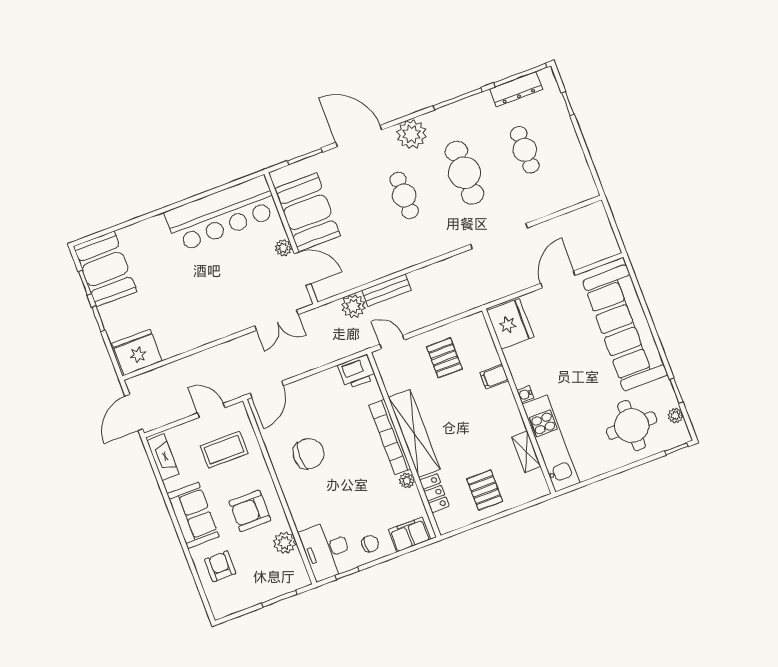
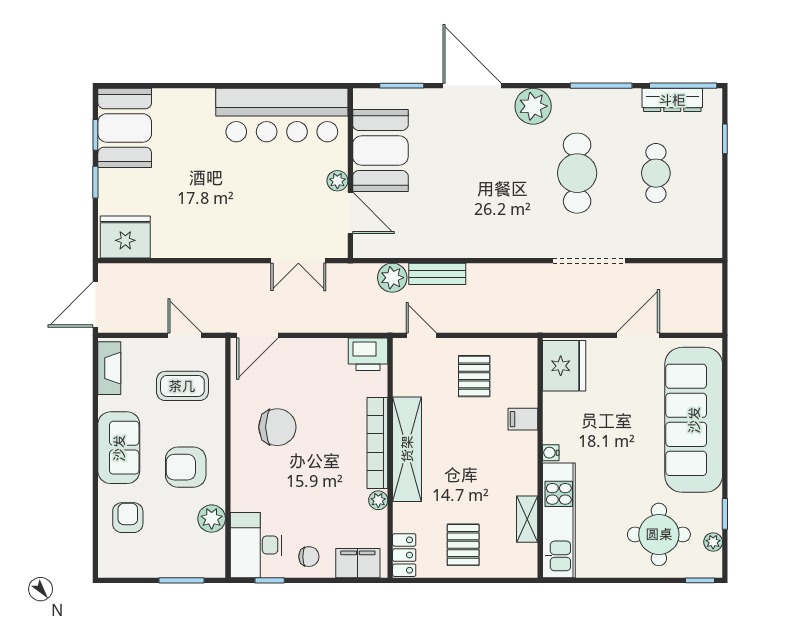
cafe table: (404, 195) -> (498, 173), removed
locker: (434, 493) -> (404, 555), moved

